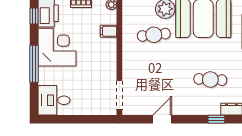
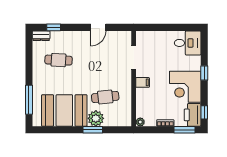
filing cabinet: (109, 31) -> (143, 82), moved
window: (34, 64) -> (204, 73), width x0.46
doorway: (119, 95) -> (134, 57), moved

